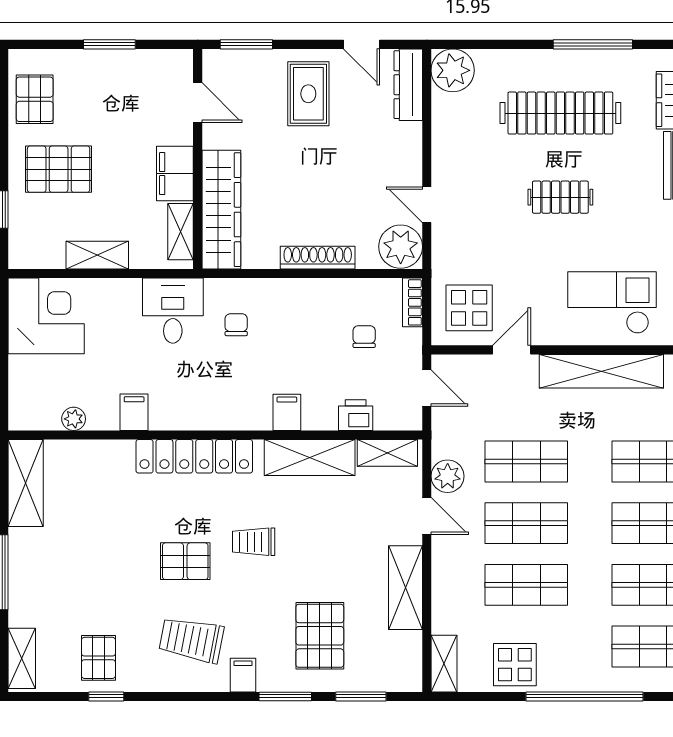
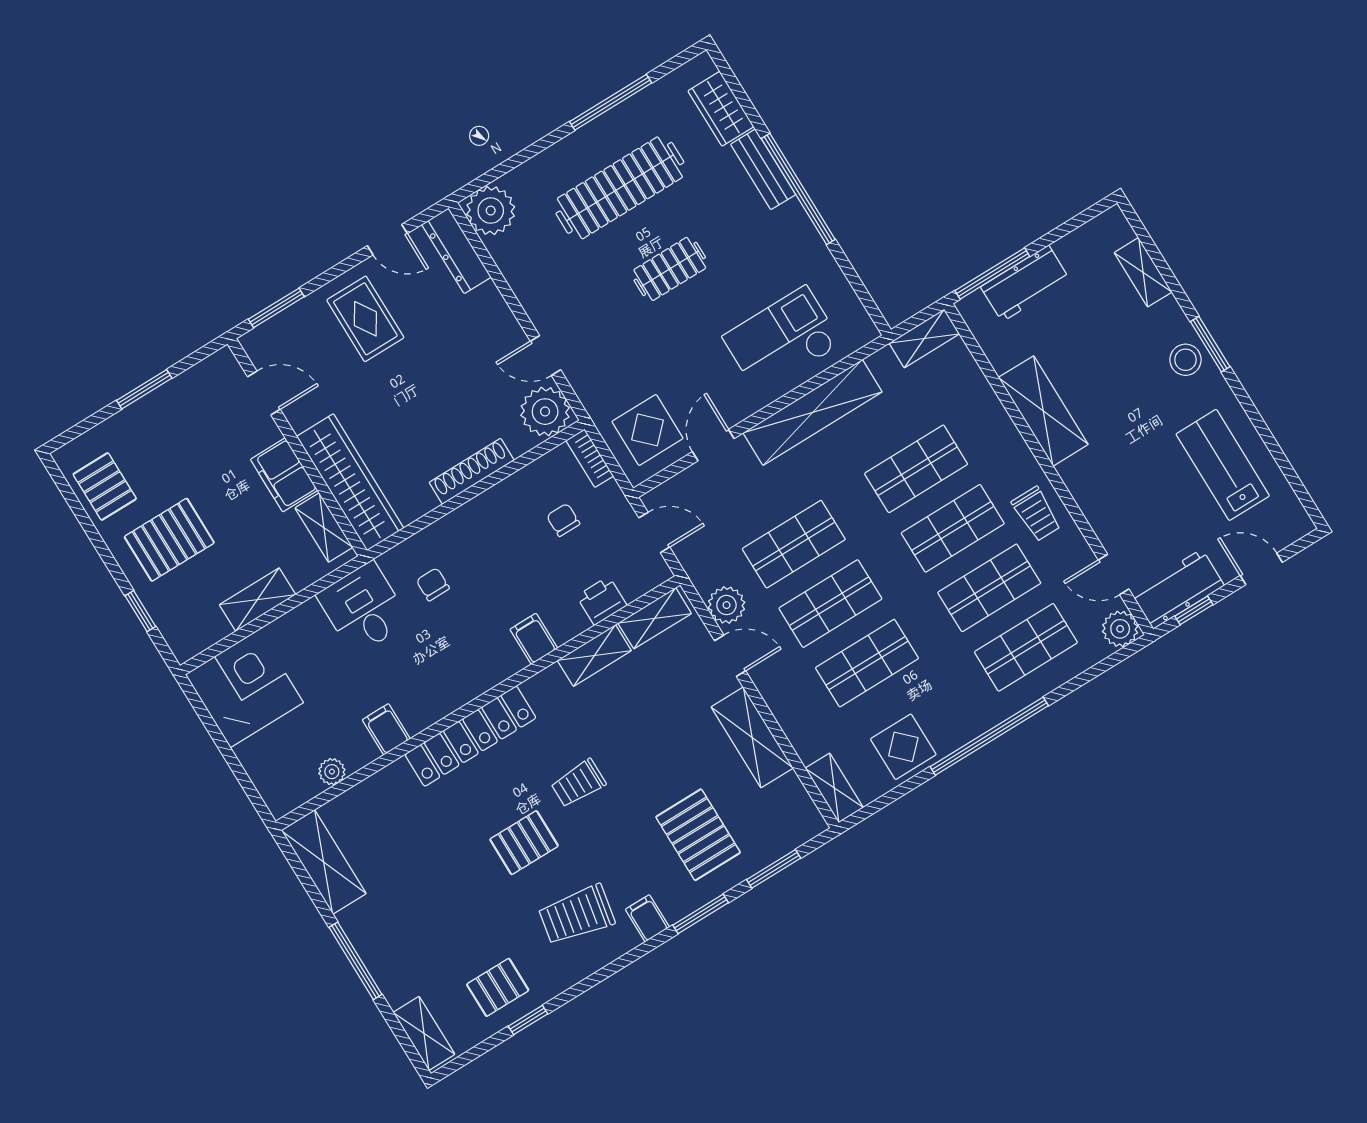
shelving: (310, 458) -> (594, 656), width x0.67, depth x0.75
pallet: (98, 658) -> (498, 987), turned 90

